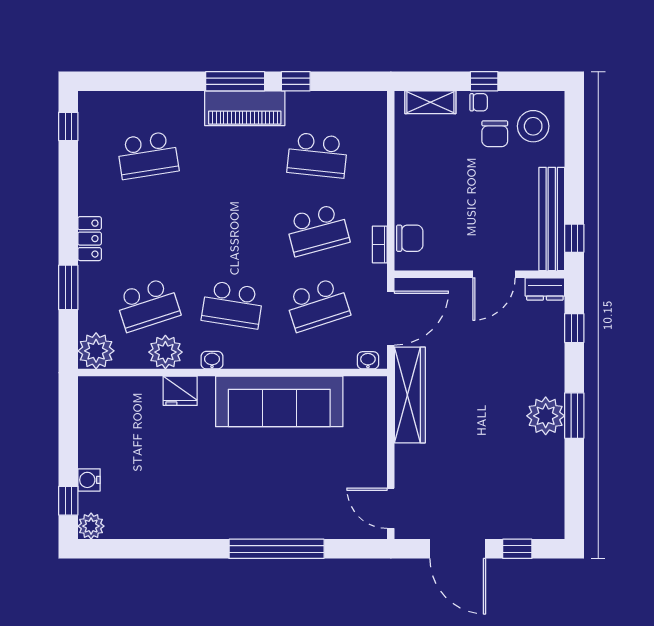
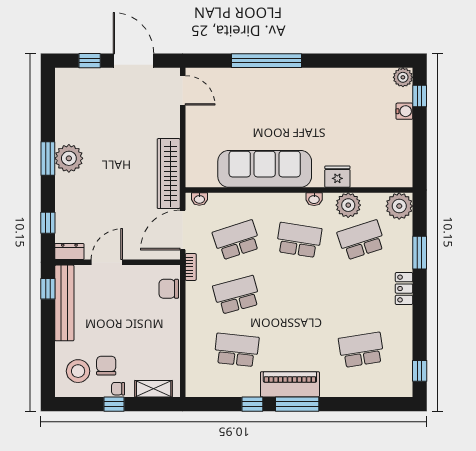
bookcase: (380, 244) -> (191, 267), moved

